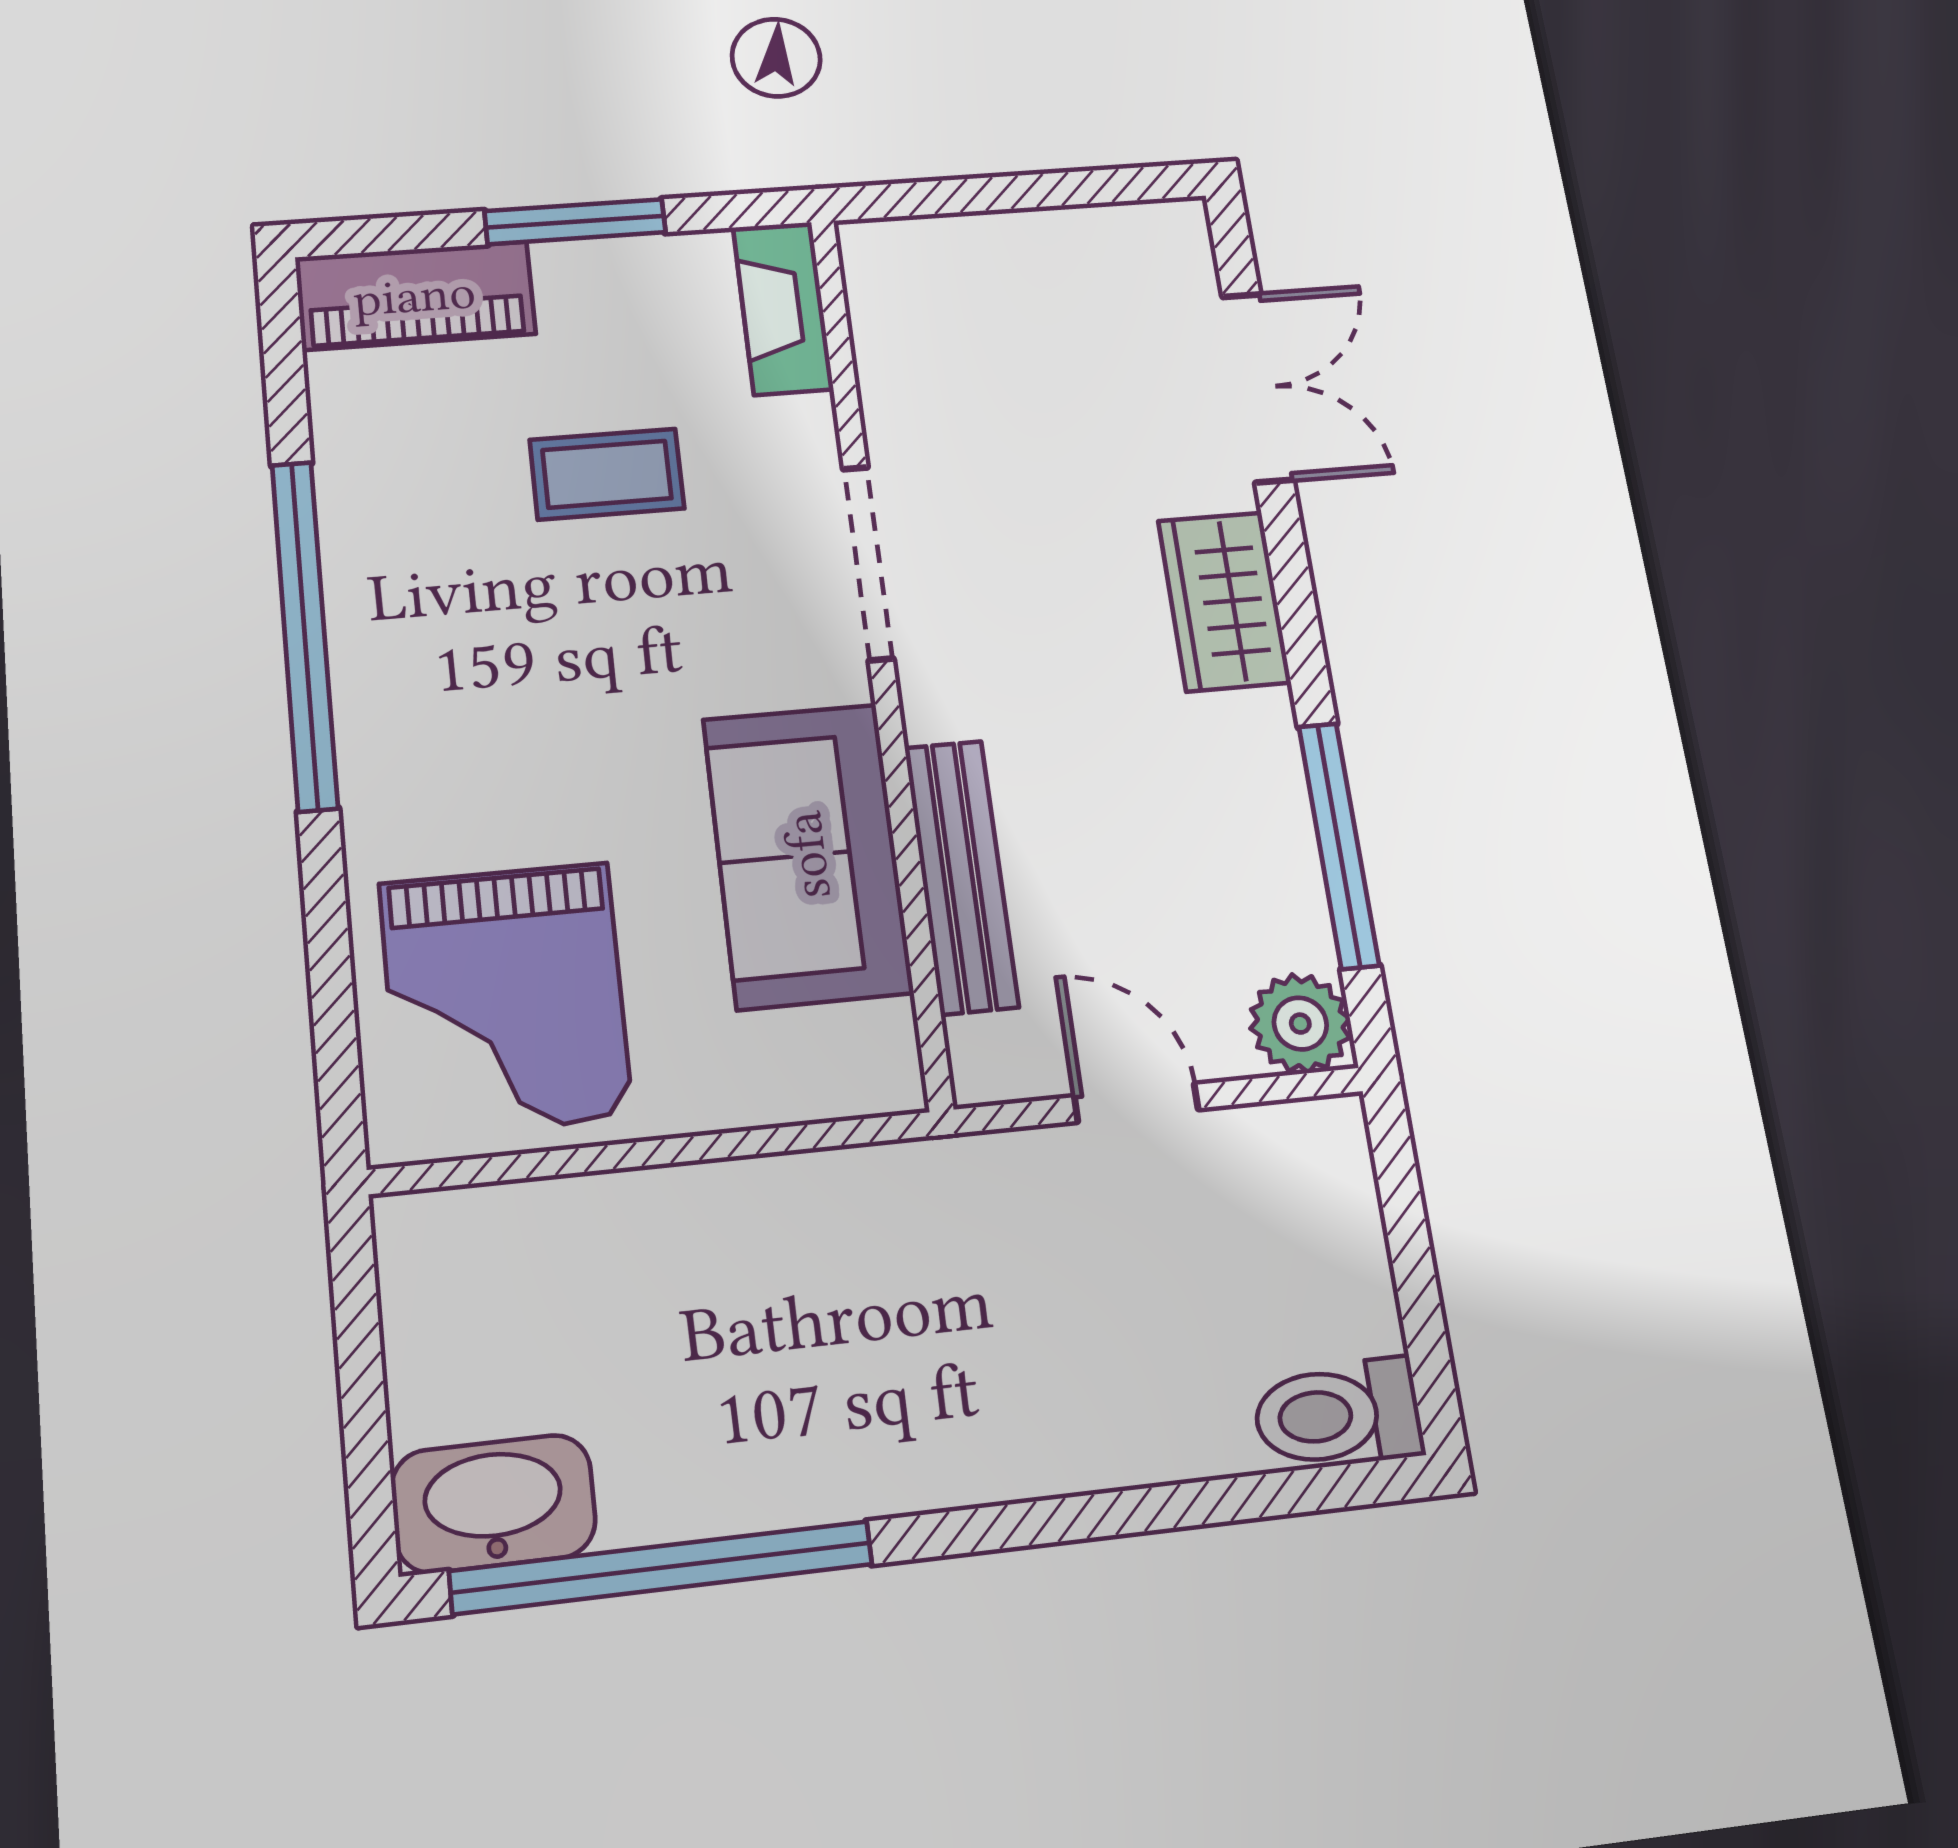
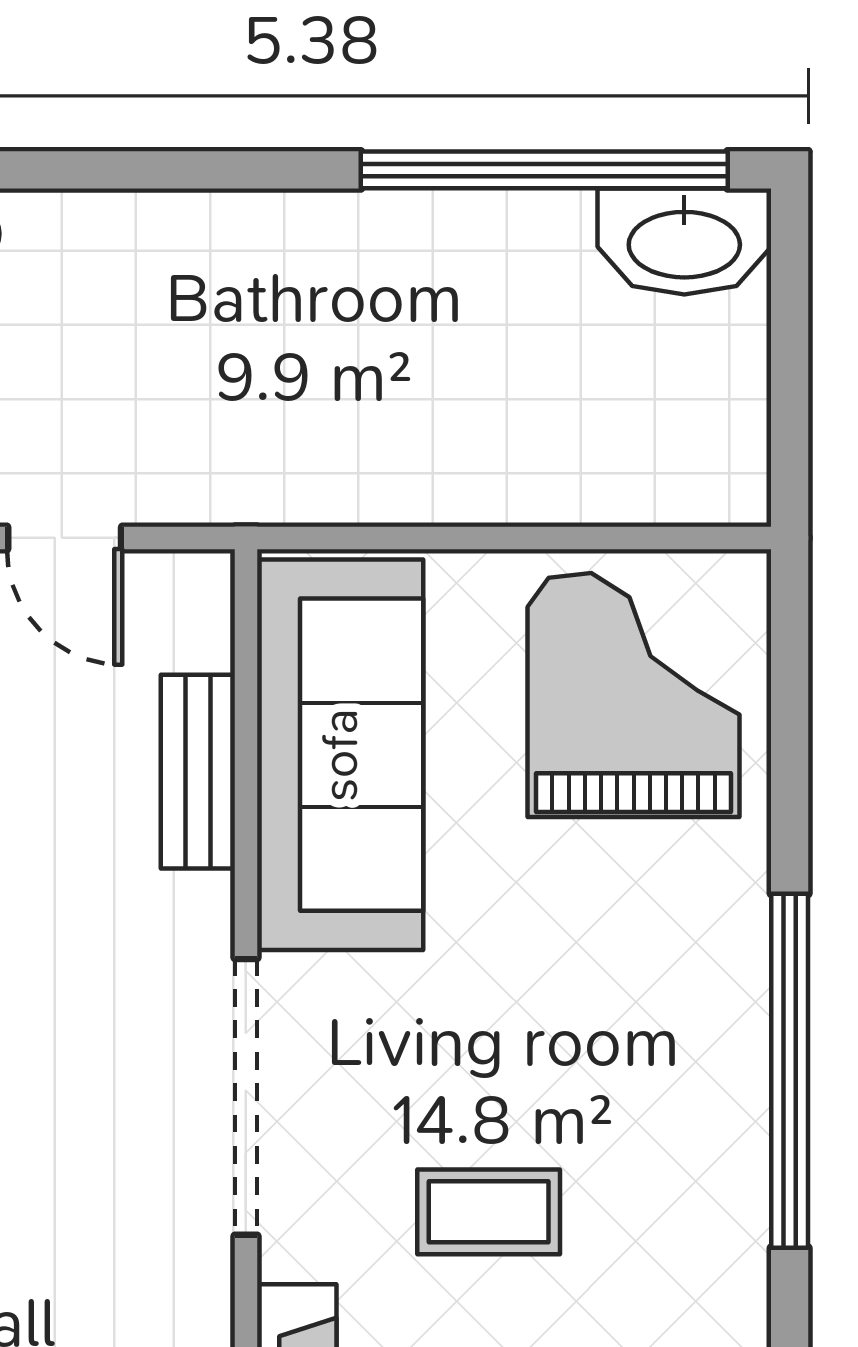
doorway: (868, 563) -> (246, 1097), width x1.36
sofa: (807, 855) -> (340, 755), width x1.36
bench: (961, 876) -> (198, 772), width x0.73

